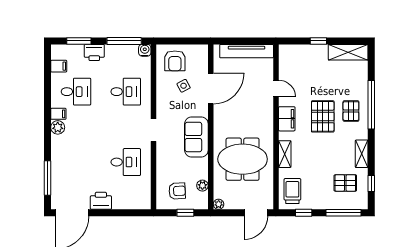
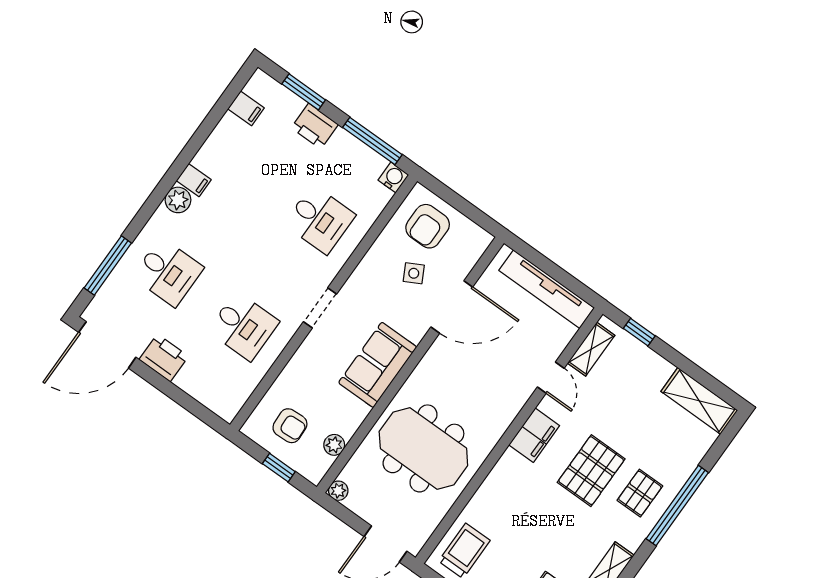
window: (318, 41) -> (639, 332), moved
desk: (76, 92) -> (168, 272), moved
shelving: (285, 154) -> (591, 349), moved

